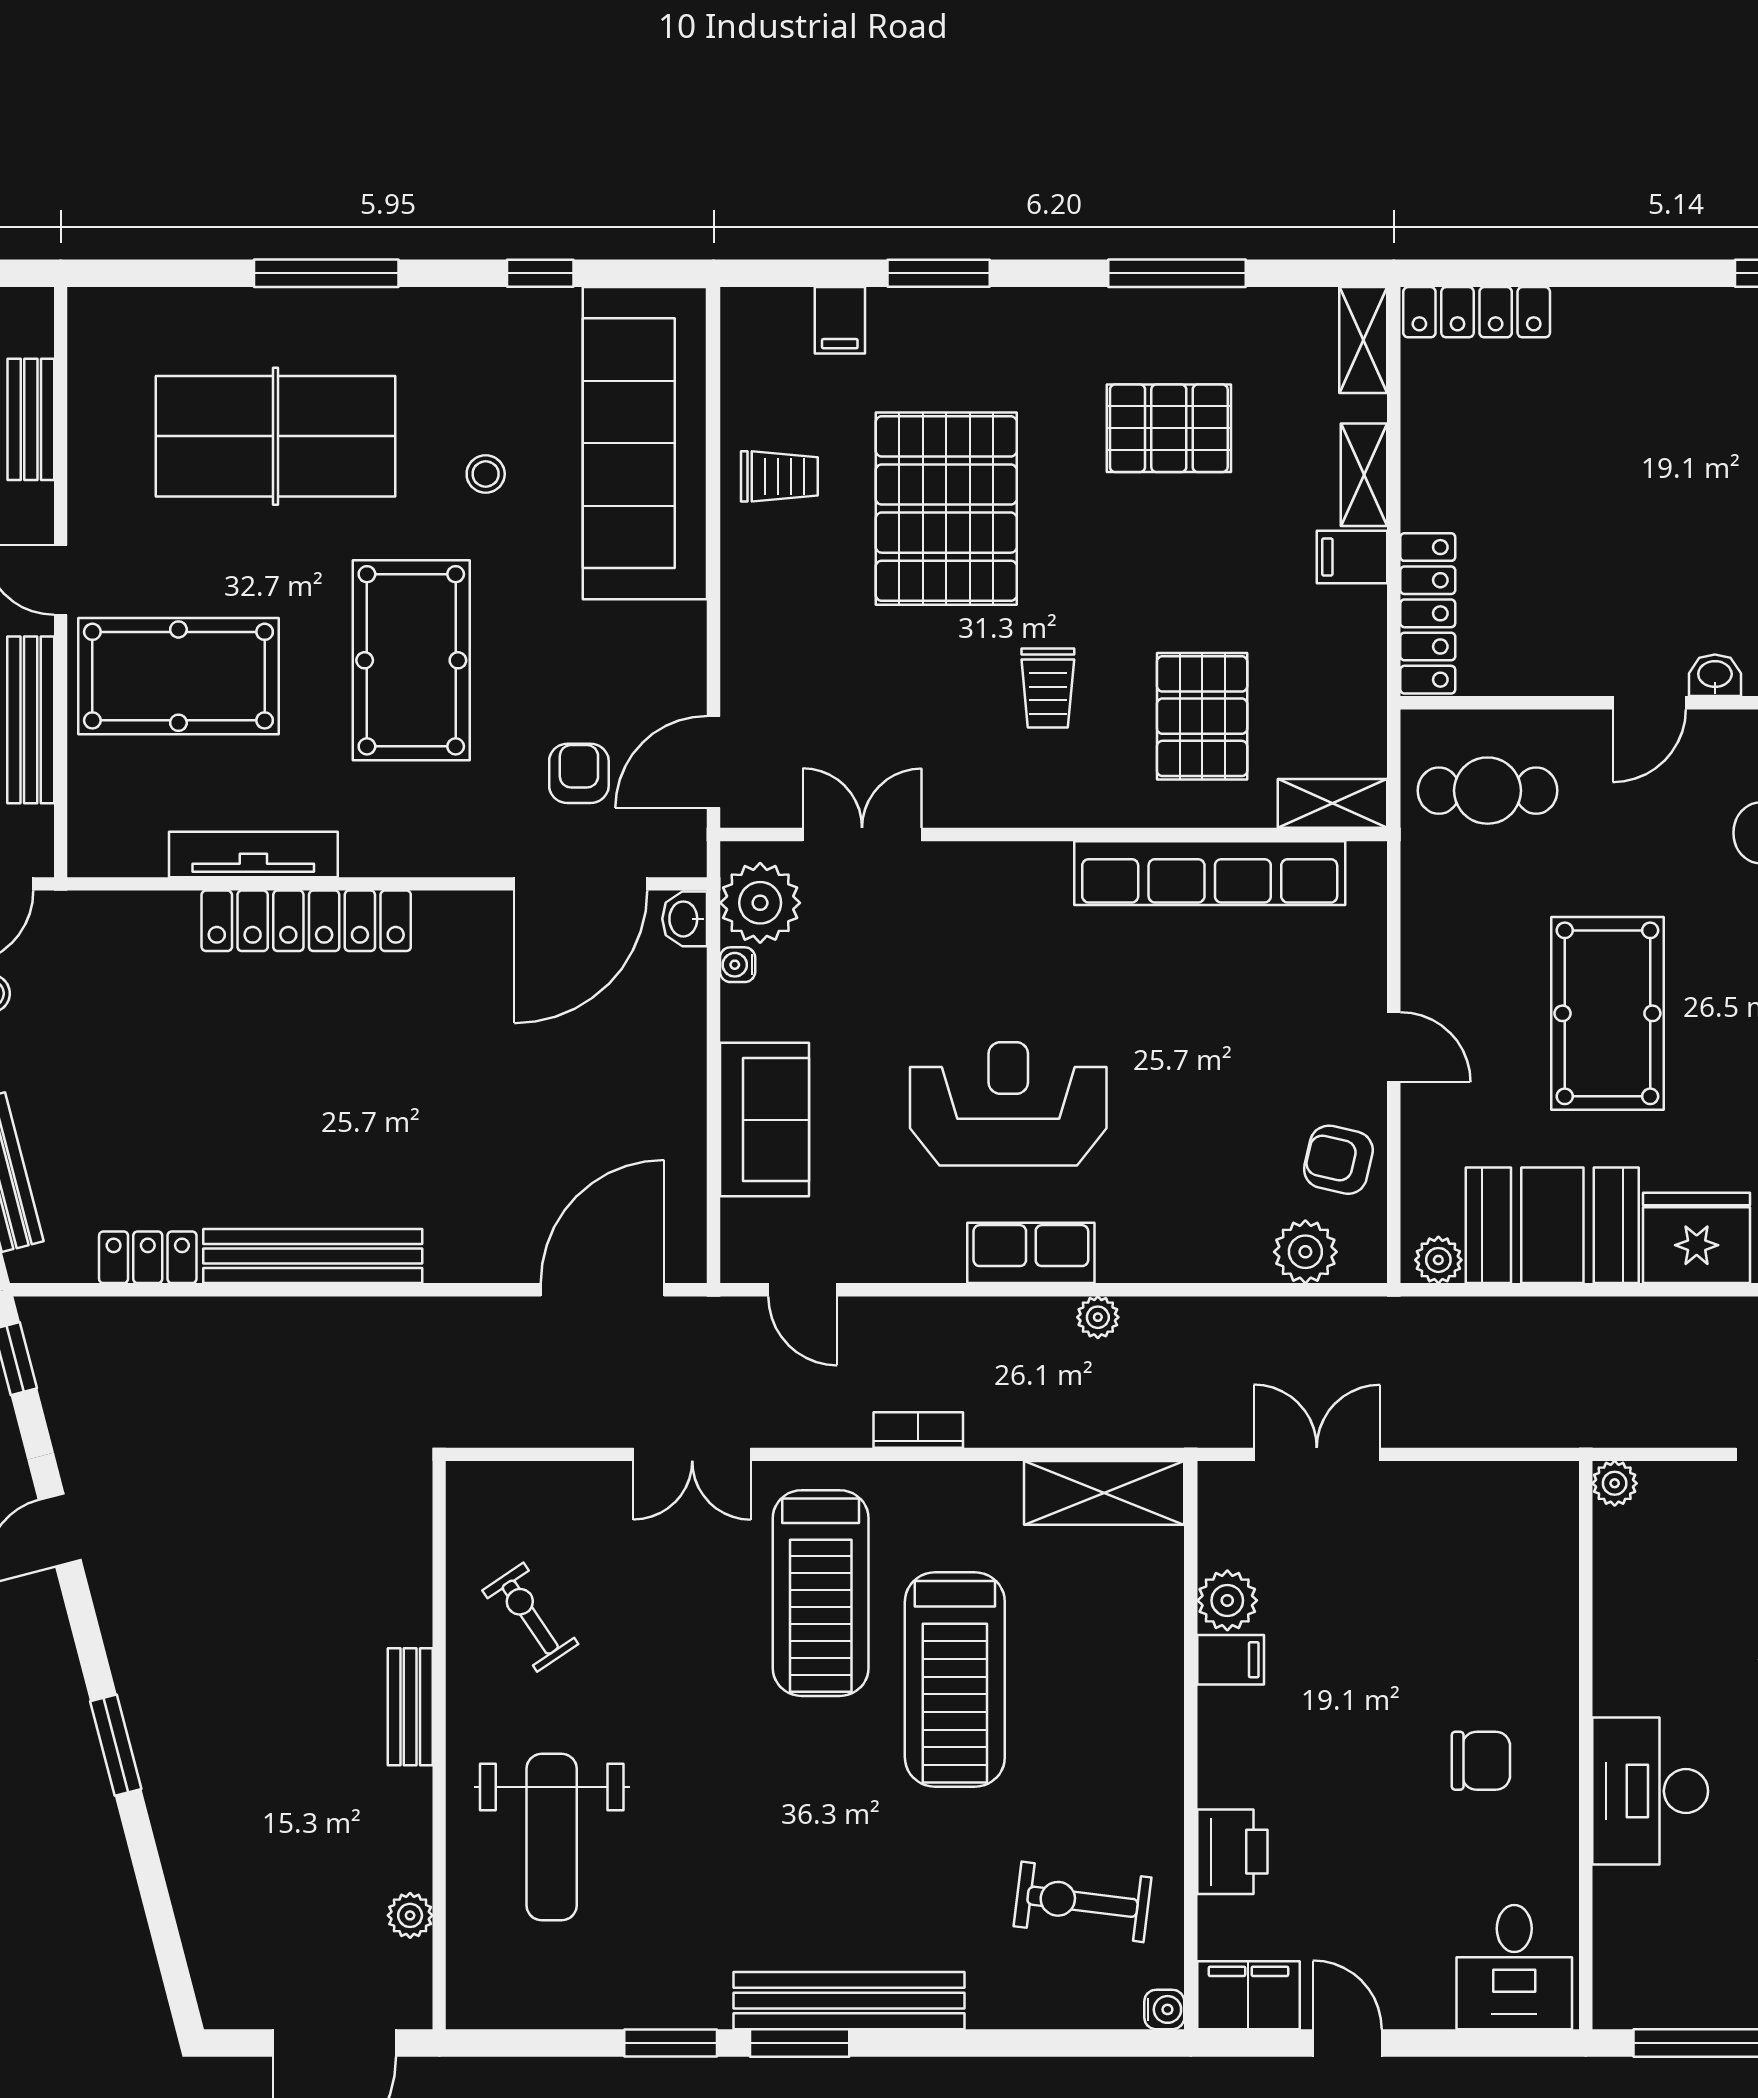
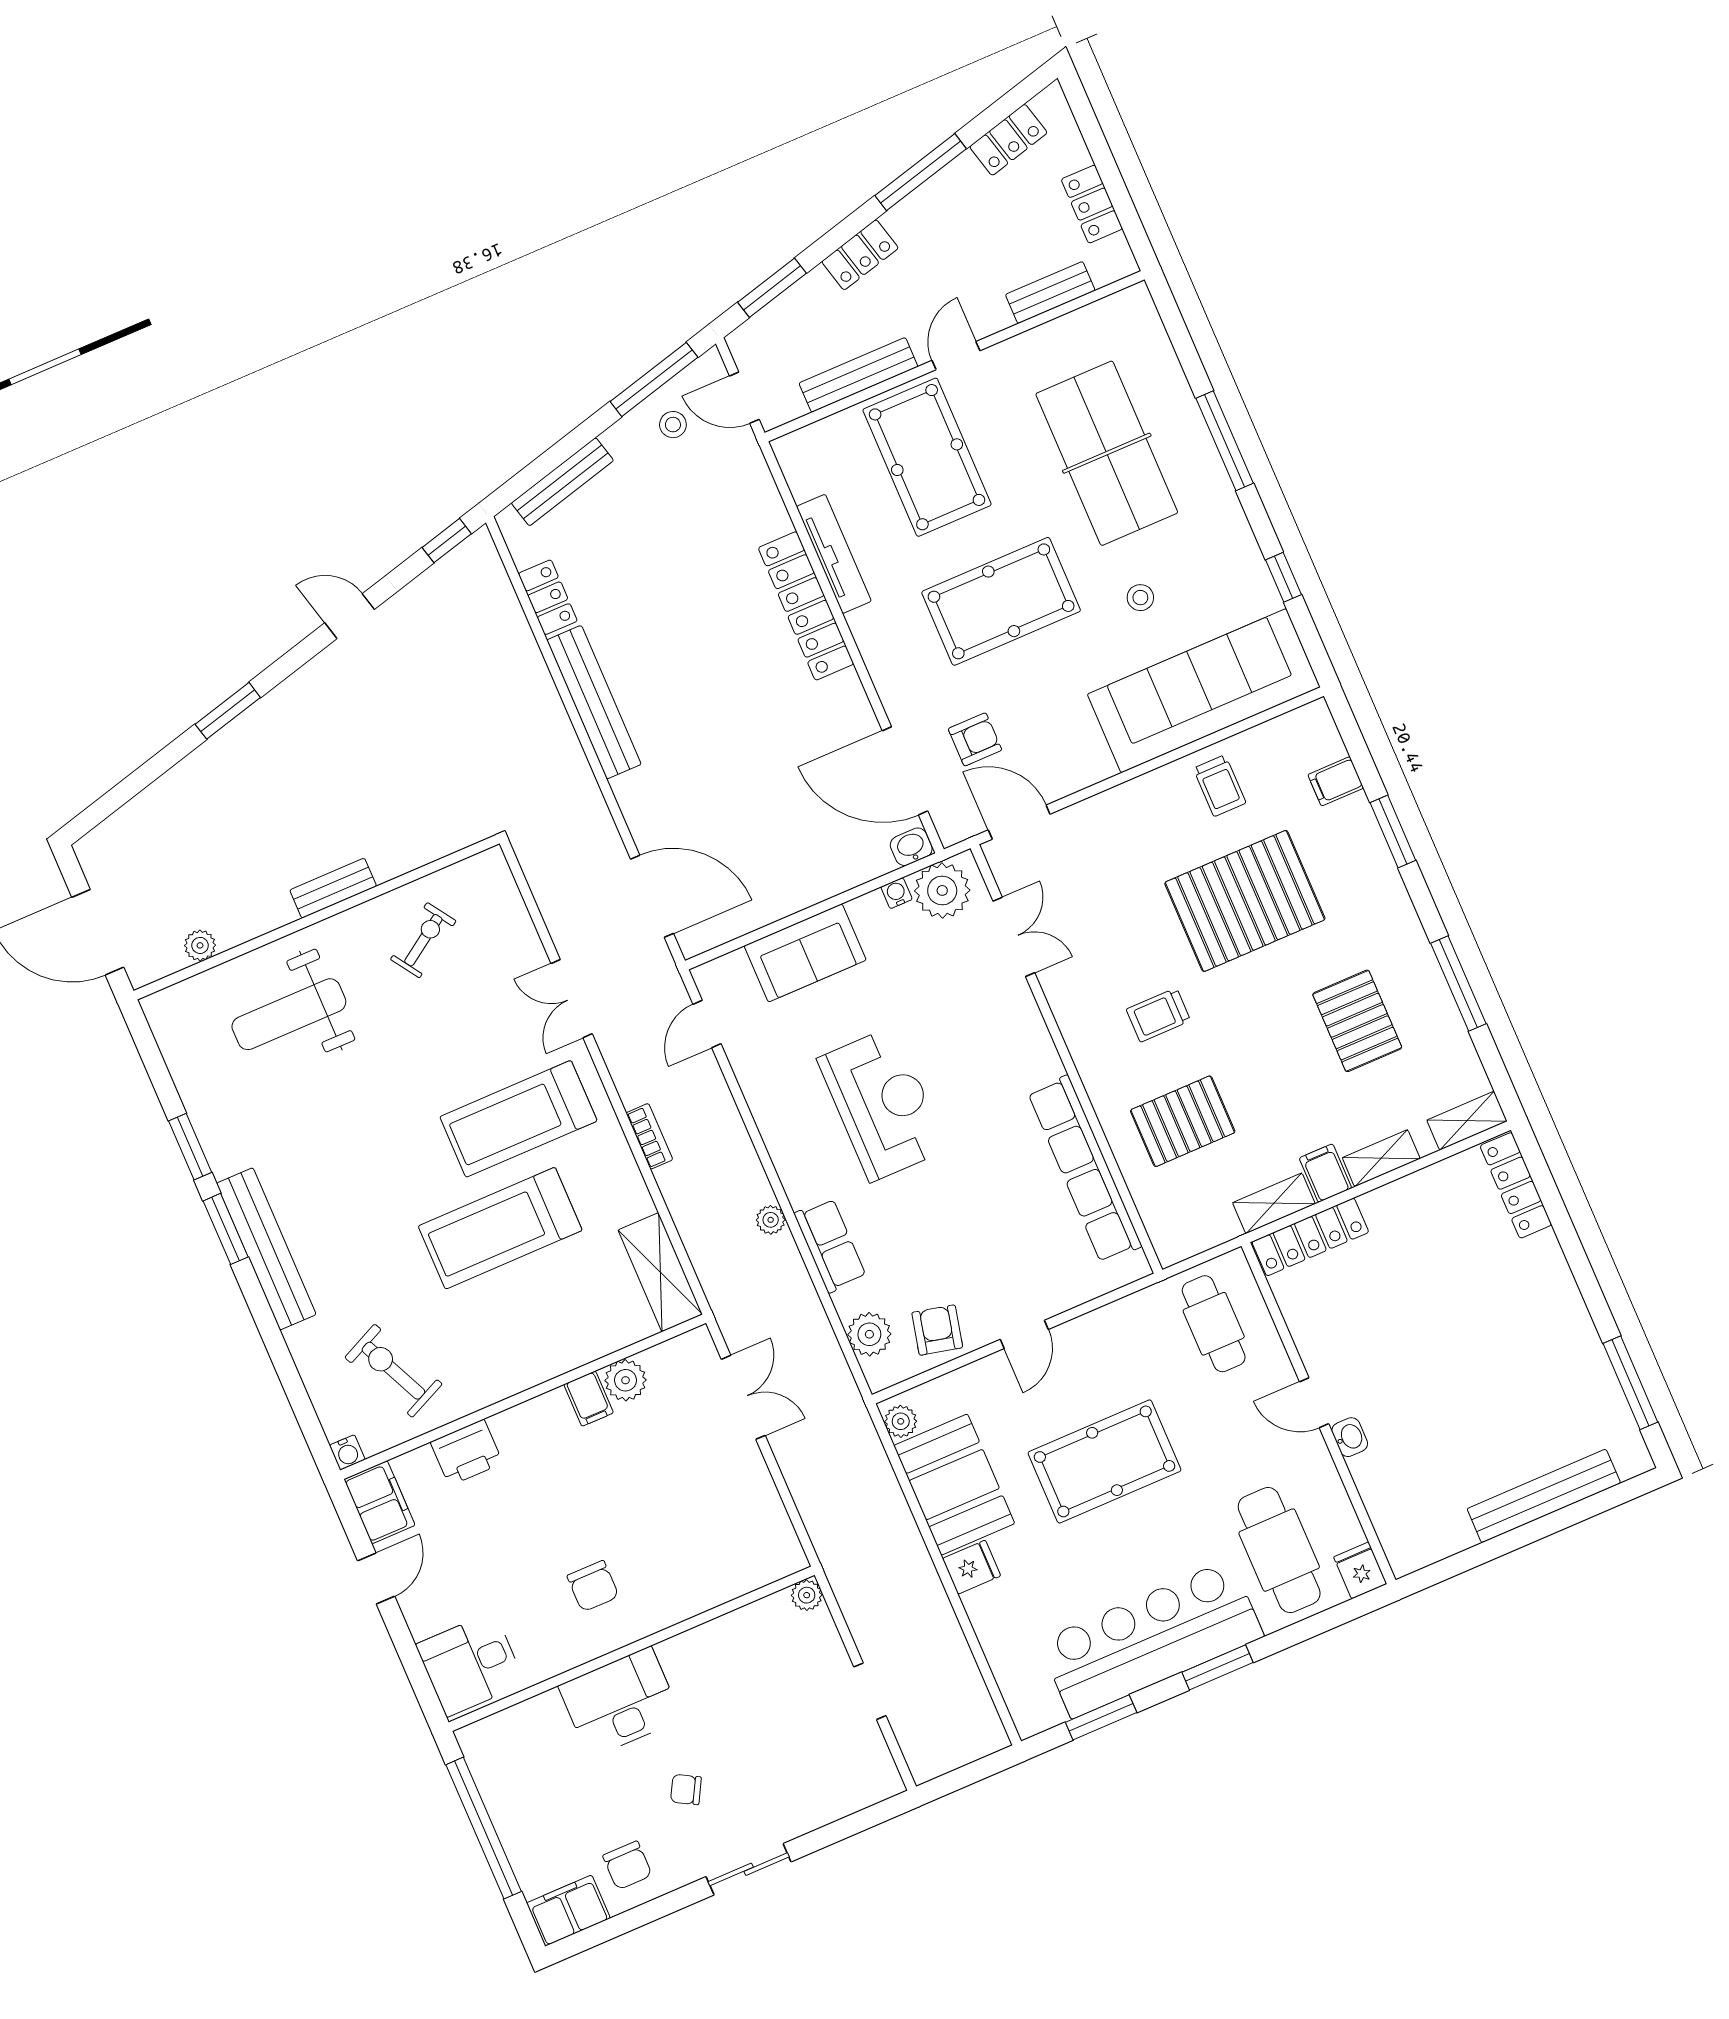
shelving: (1333, 803) -> (1274, 1203), moved, turned 90
fridge: (1697, 1238) -> (971, 1567), width x0.53, depth x0.75
row of seats: (1031, 1253) -> (830, 1245), moved
exercise bike: (1083, 1902) -> (393, 1371), turned -32

